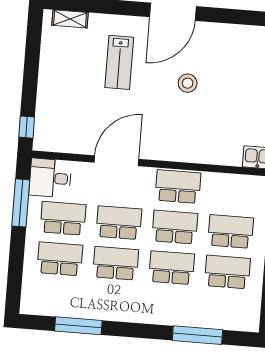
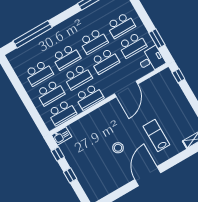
school desk: (234, 191) -> (62, 113), added
window: (21, 203) -> (157, 39), width x0.69
window: (197, 335) -> (33, 34), width x1.46

